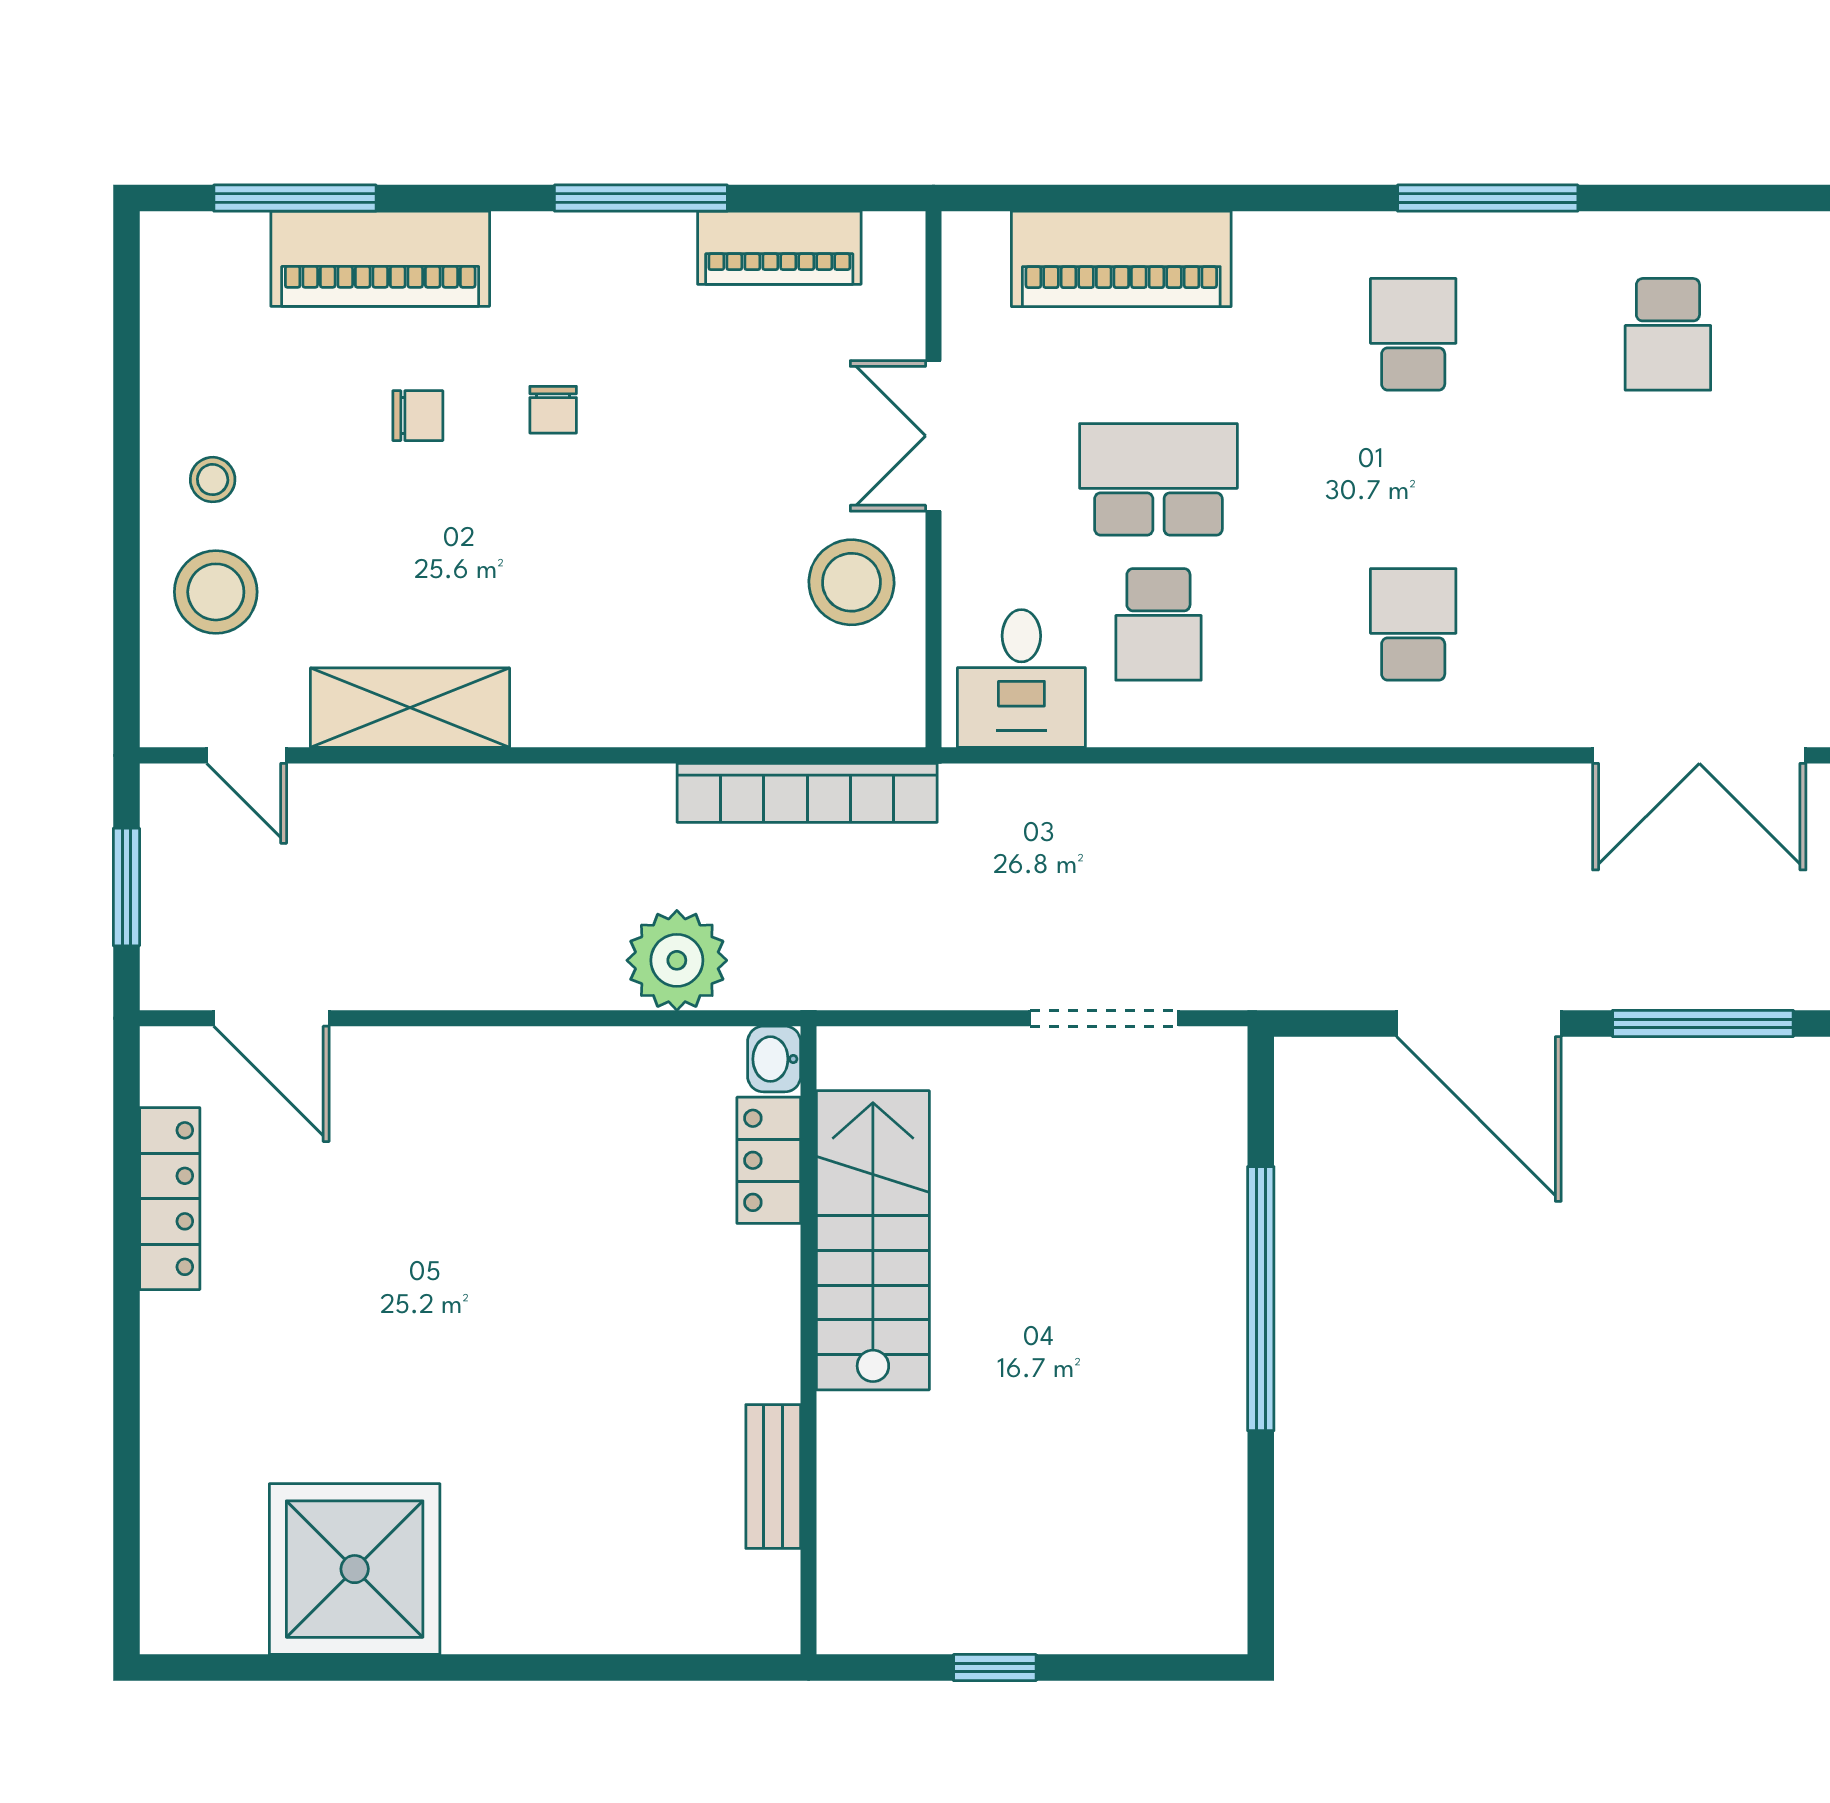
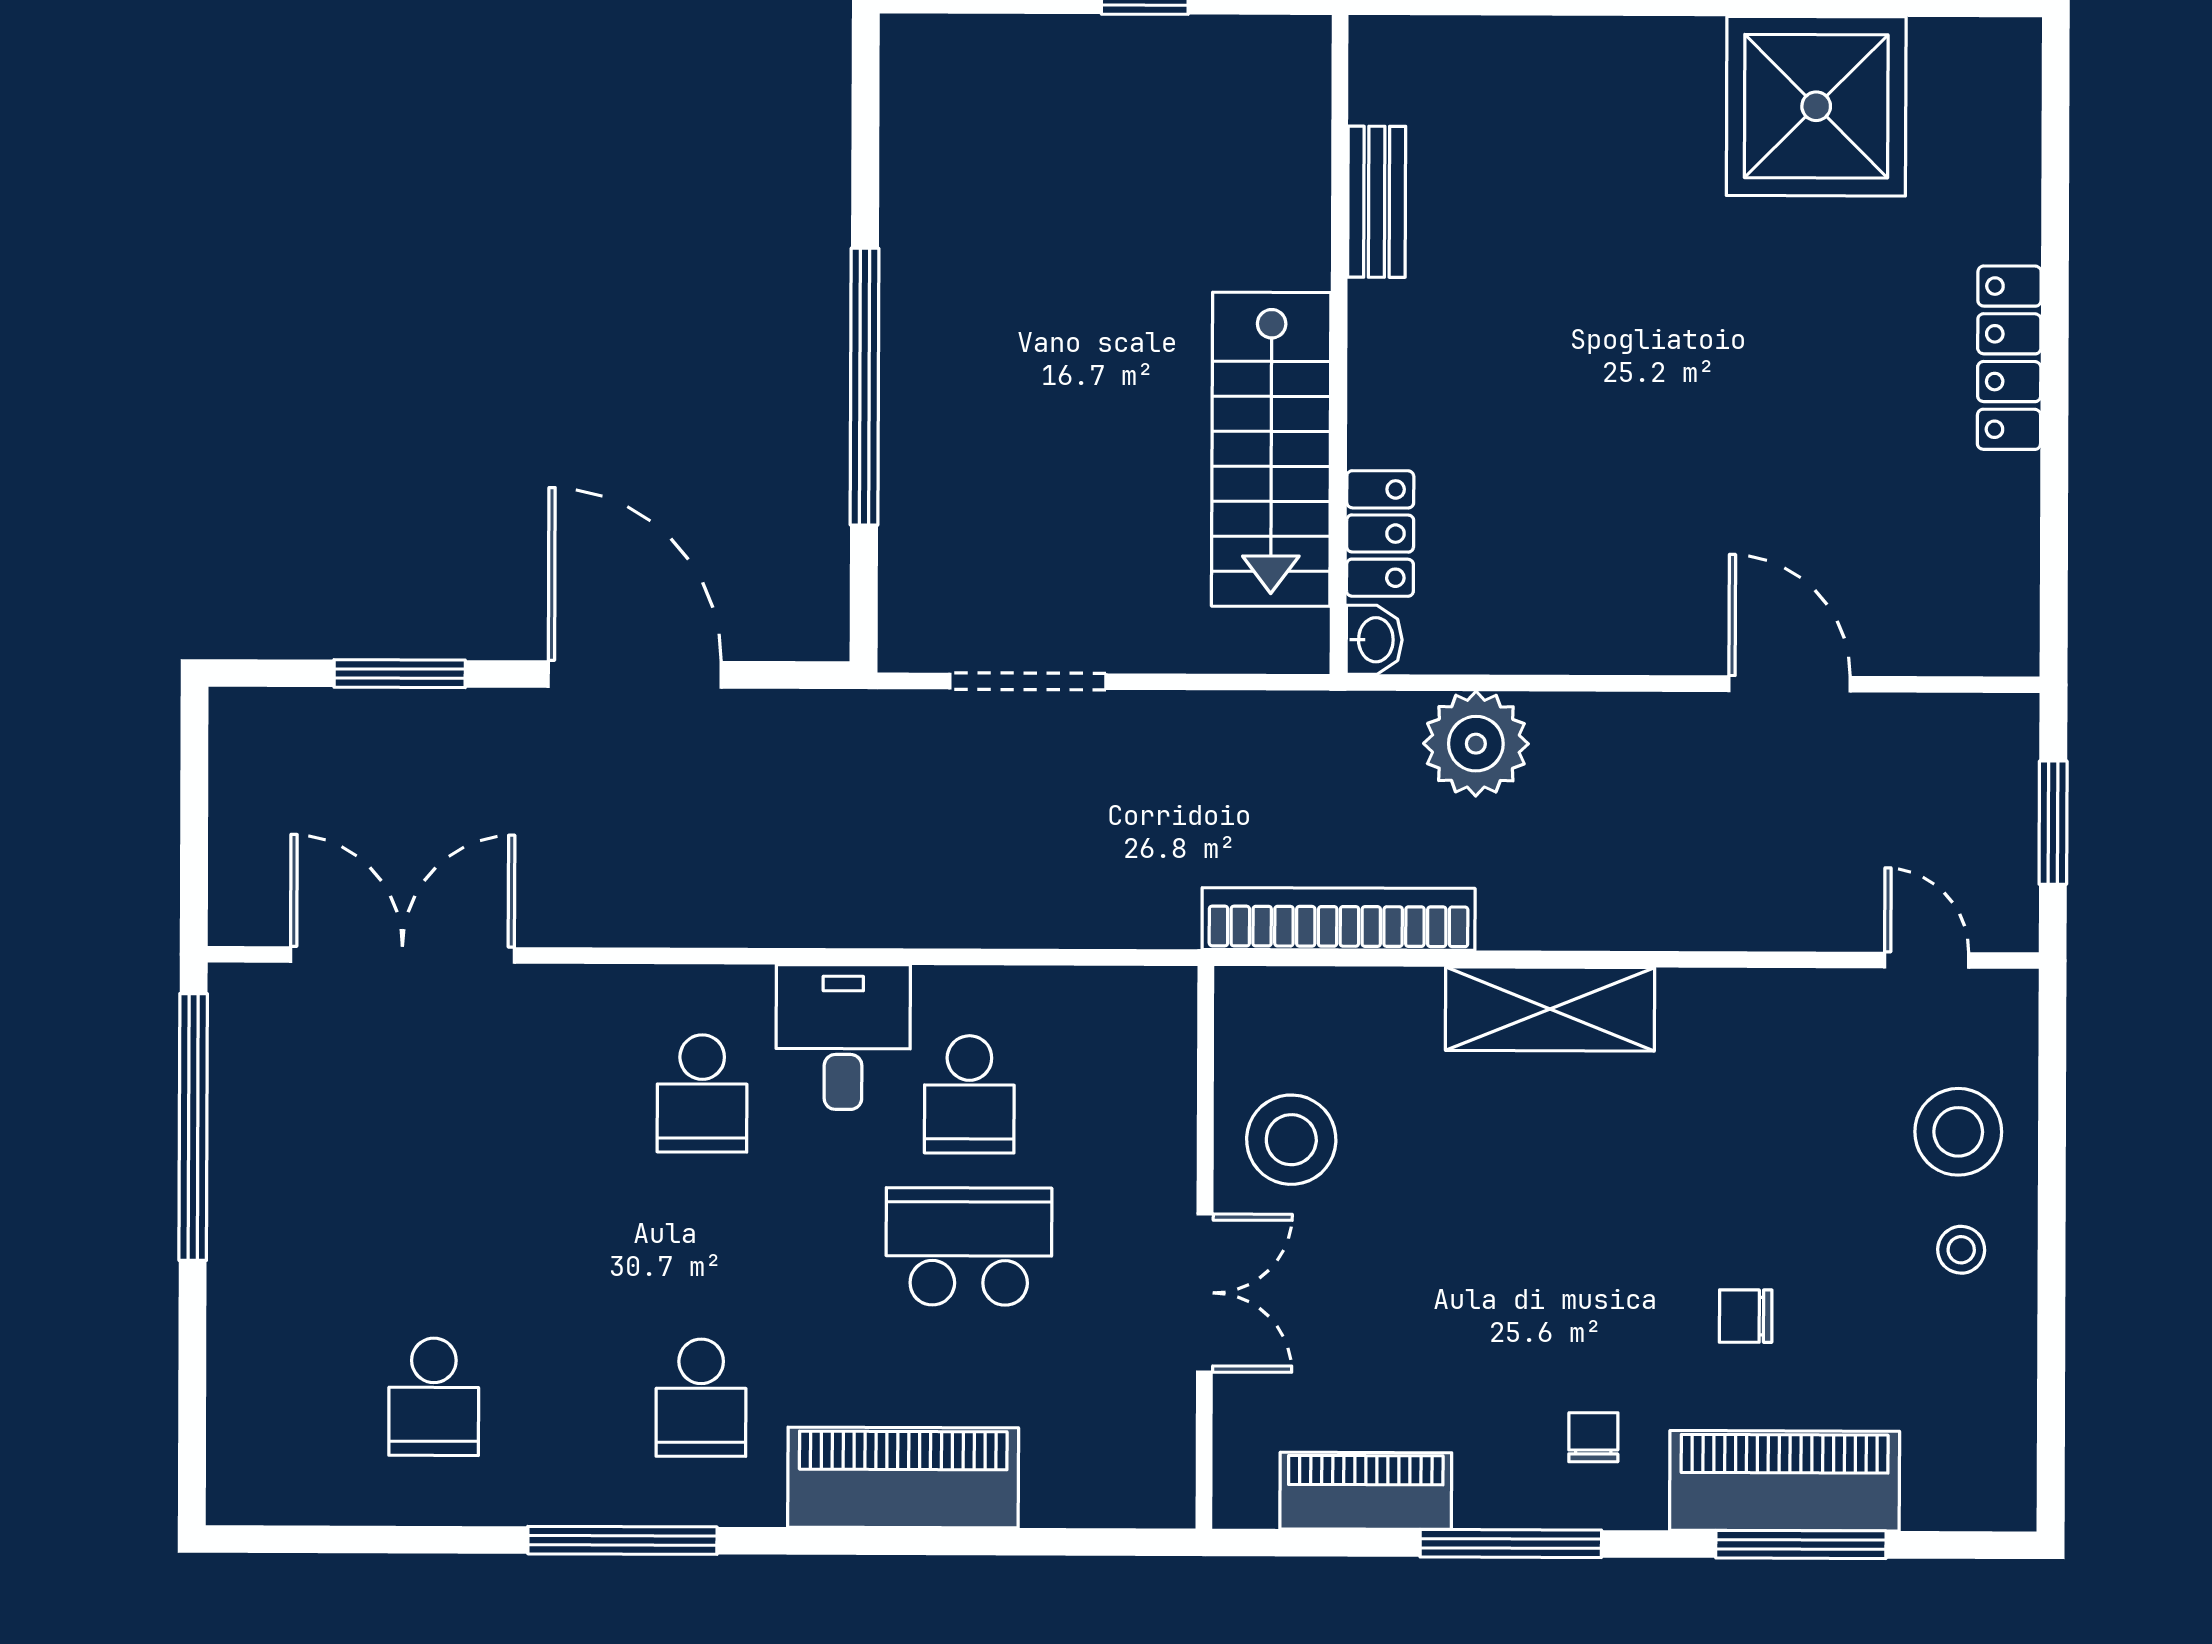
window: (295, 198) -> (1801, 1544), moved
piano: (1121, 259) -> (903, 1477), moved
school desk: (1668, 334) -> (434, 1397), turned 180
chair: (553, 410) -> (1593, 1437), moved
school desk: (1158, 479) -> (969, 1246), turned 180
school desk: (1158, 624) -> (969, 1094), turned 180
desk: (1021, 679) -> (843, 1037), moved
shelving: (410, 708) -> (1550, 1009), moved
door: (271, 1018) -> (1789, 684), moved
window: (1703, 1024) -> (400, 674), width x0.69
locker: (170, 1199) -> (2009, 358), moved

